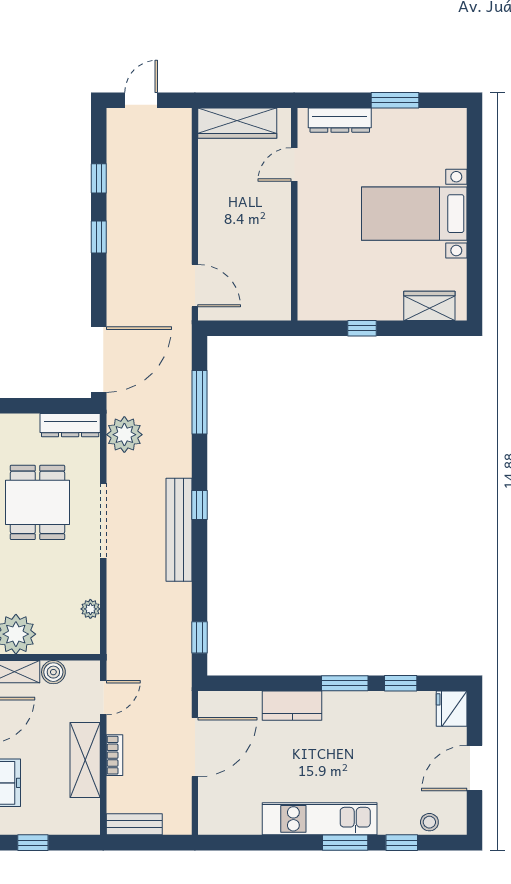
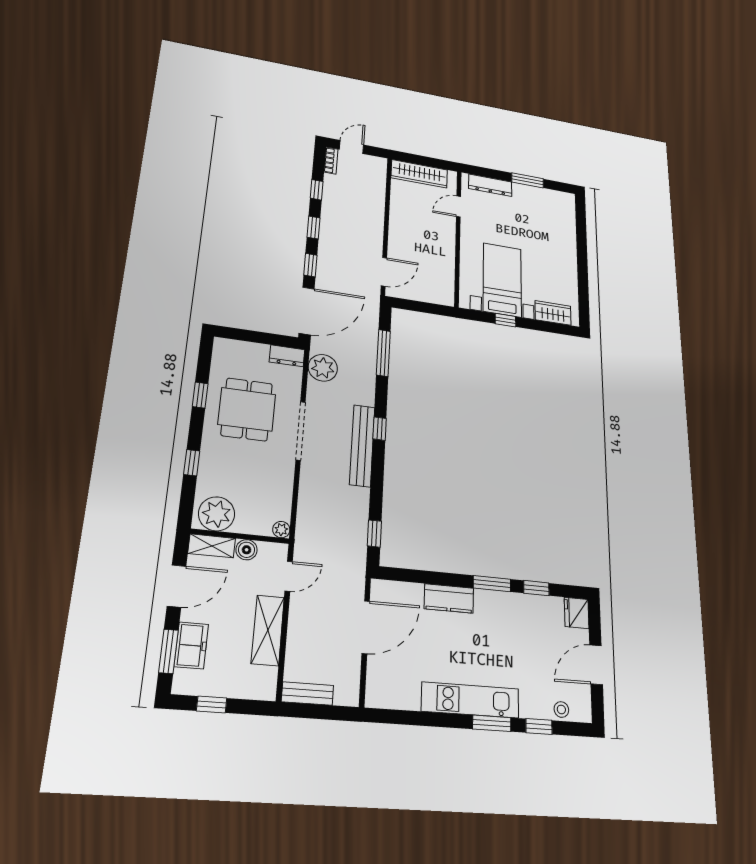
bed with nightstands: (414, 214) -> (502, 280), moved, turned 90
door: (195, 286) -> (384, 272), hinge flipped
window: (99, 293) -> (310, 265), added
dresser: (70, 425) -> (287, 356), width x0.70
plant: (90, 609) -> (281, 530), moved
bookcase: (115, 755) -> (331, 161), moved

